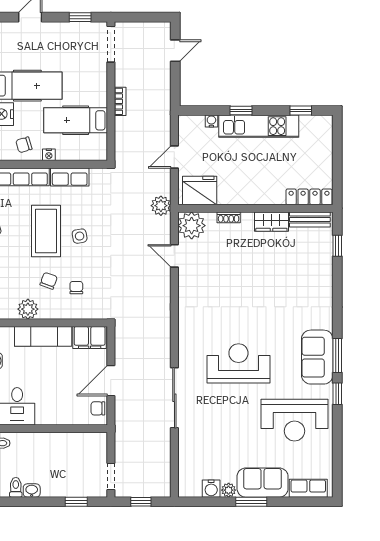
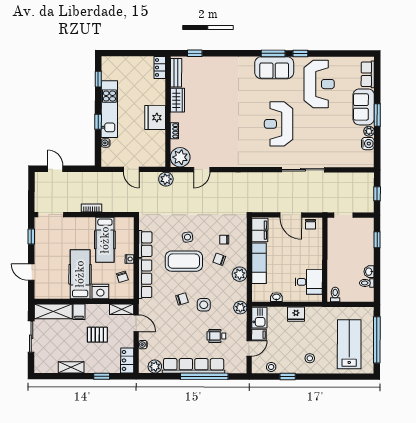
fridge: (200, 190) -> (155, 118), moved
locker: (309, 197) -> (160, 67), width x0.66
doorway: (111, 477) -> (344, 215), moved

